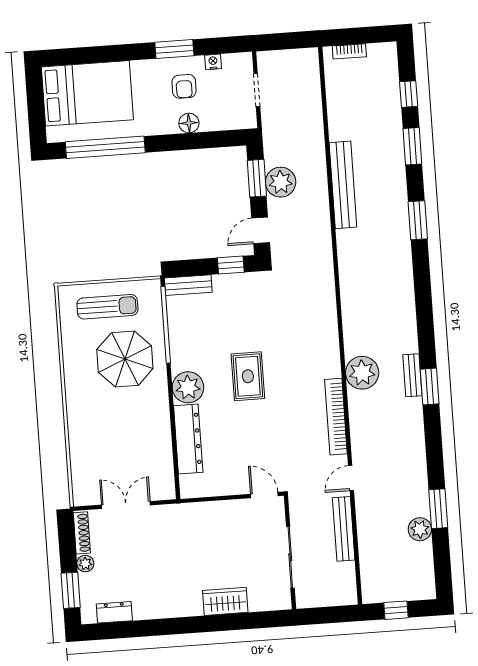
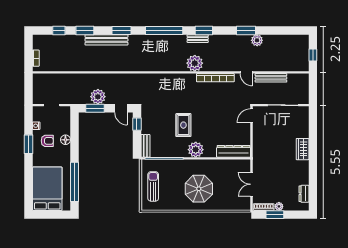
bench: (343, 185) -> (106, 40), moved
window: (424, 306) -> (164, 30), added
parasol: (125, 359) -> (199, 189), moved
rug: (248, 376) -> (183, 125), moved, turned 90
dresser: (188, 439) -> (234, 151), moved
window: (438, 509) -> (246, 30), moved
plant: (420, 529) -> (257, 40), moved
window: (71, 590) -> (275, 215), moved
wardrobe: (225, 601) -> (303, 149), moved

